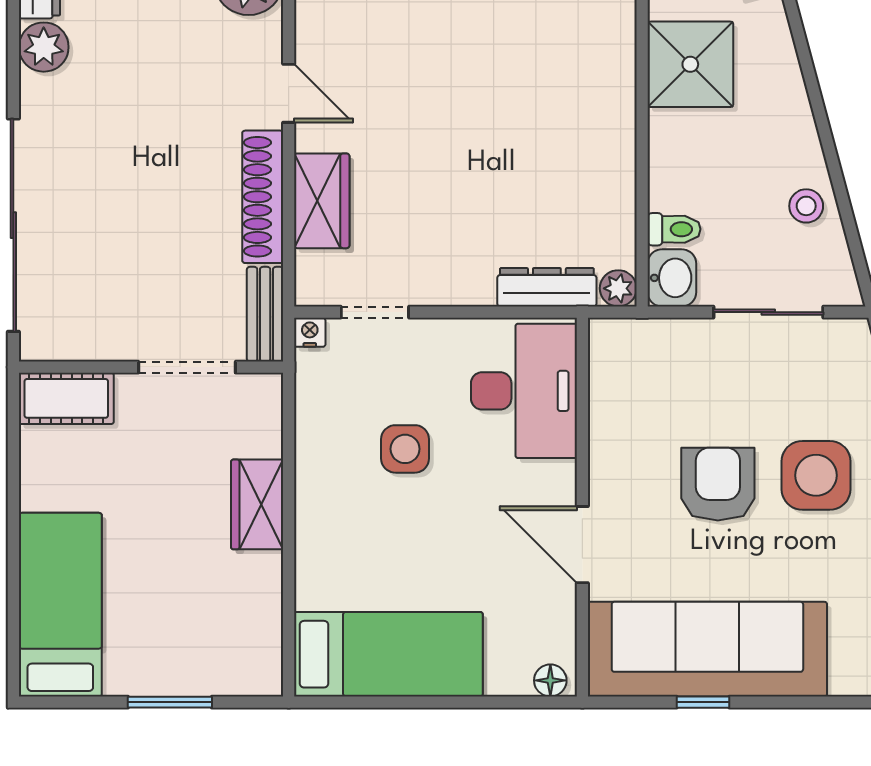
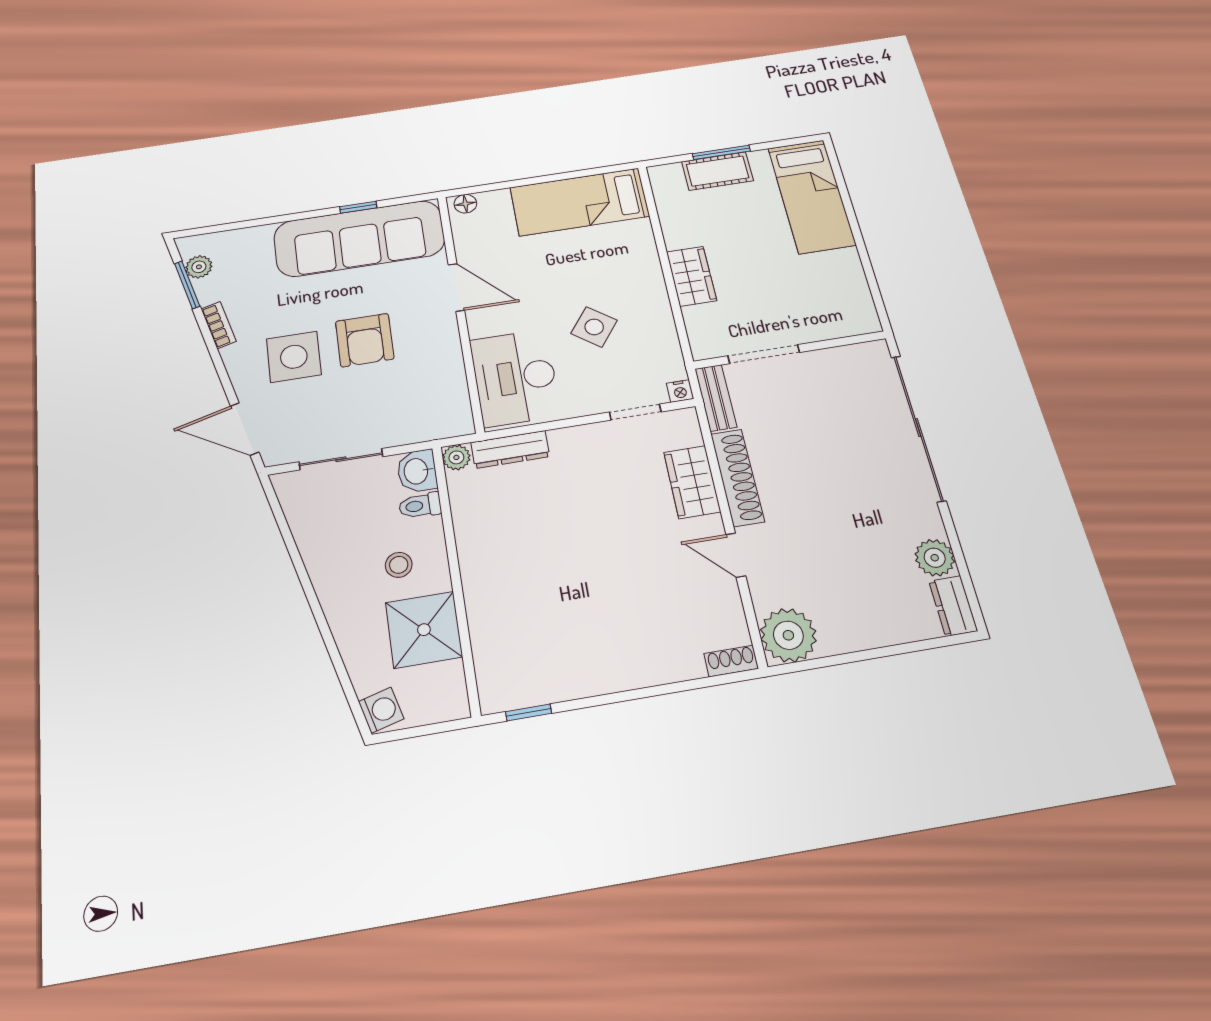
stool: (806, 206) -> (399, 565), moved
cot: (66, 398) -> (718, 171), moved
side table: (405, 449) -> (594, 327), turned 37

